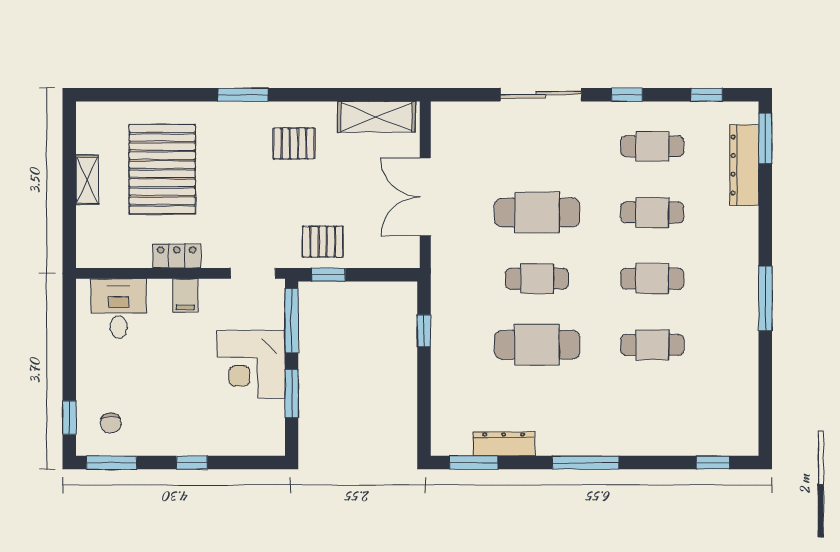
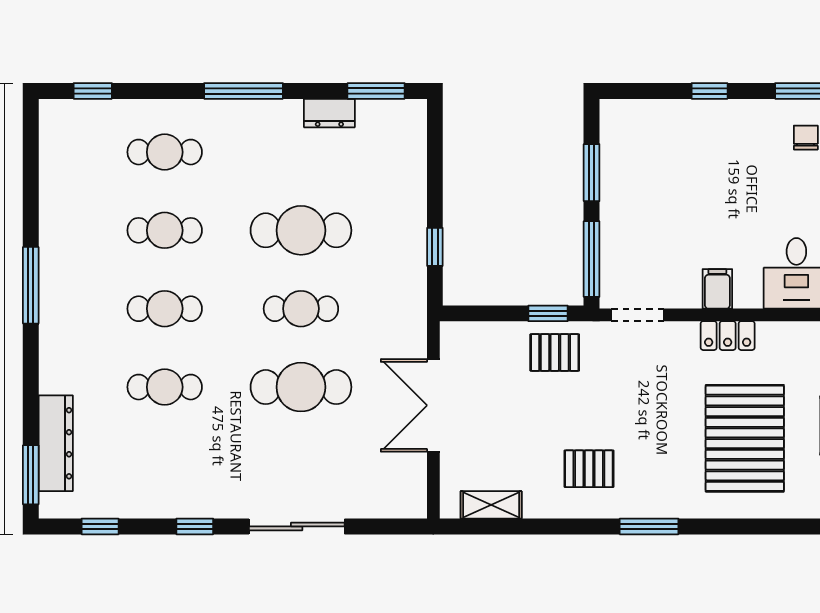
shelving: (376, 117) -> (491, 505), width x0.67, depth x0.75
cafe table: (652, 146) -> (165, 152), moved
double door: (425, 197) -> (433, 405), swing flipped
corner desk: (251, 364) -> (640, 207), removed
dresser: (504, 444) -> (329, 113), width x0.70

